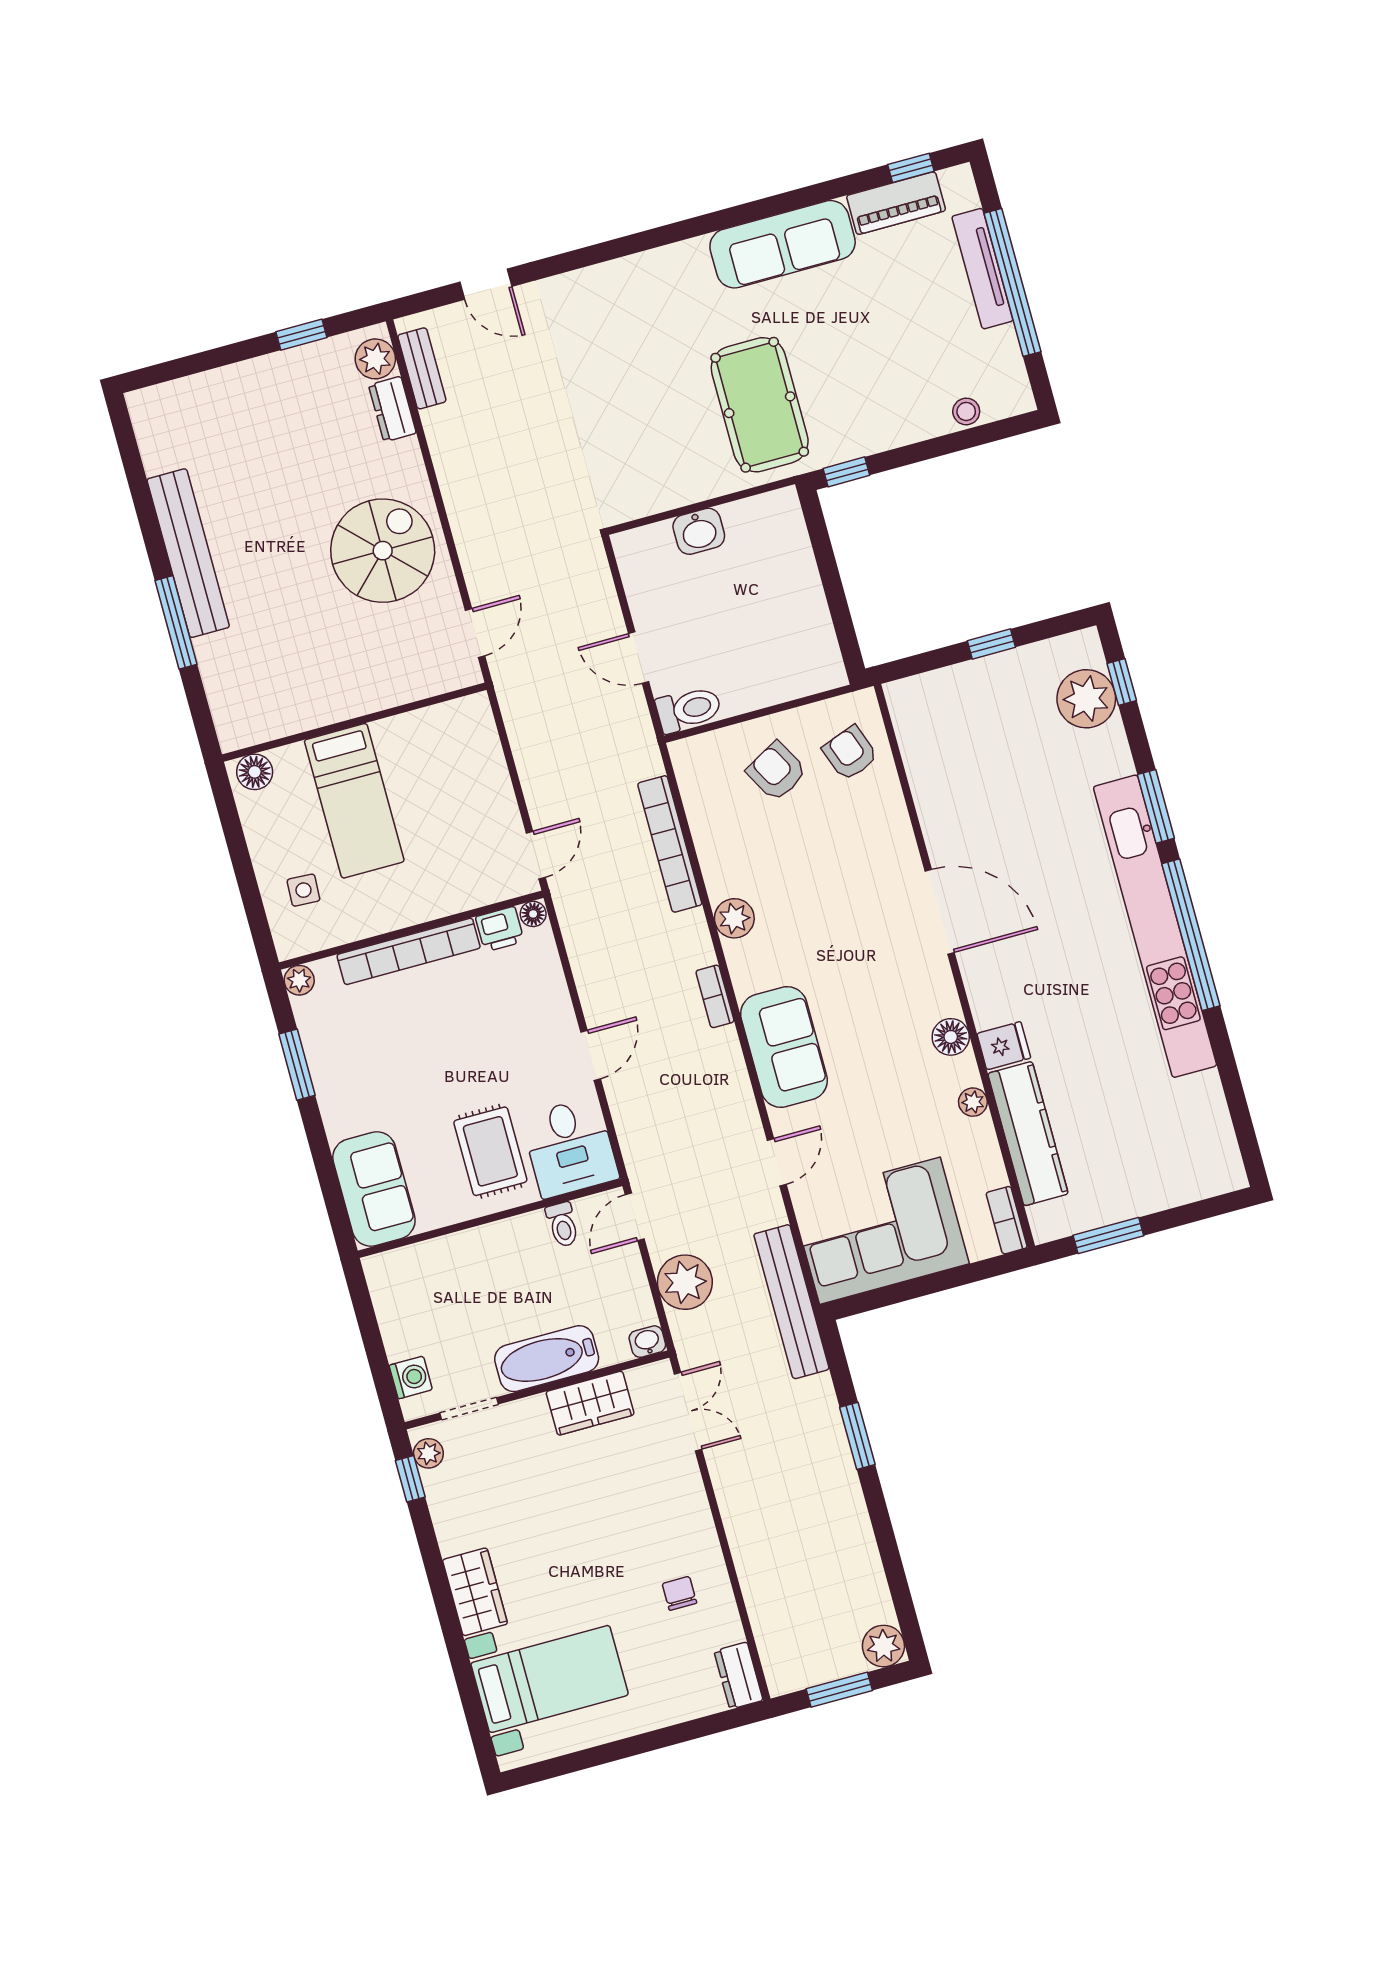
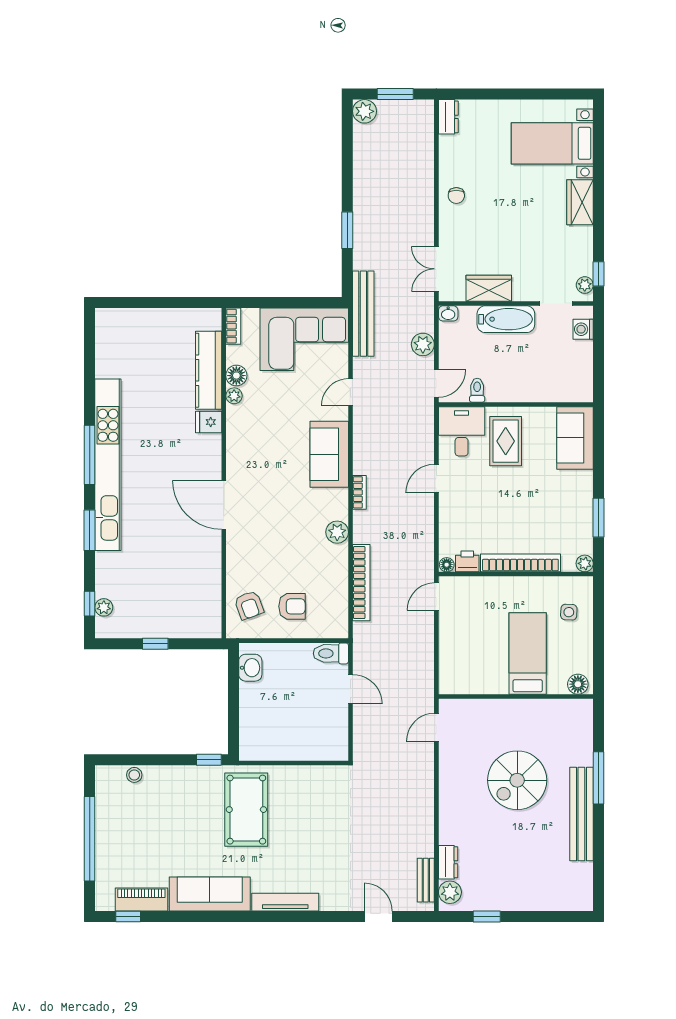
tv unit: (982, 269) -> (285, 902), moved, turned -90
washbasin: (699, 531) -> (250, 668), moved, turned 90
spiral stairs: (383, 551) -> (517, 780), moved
plant: (1086, 699) -> (104, 607), width x0.53, depth x0.53
armchair: (776, 771) -> (292, 606), turned -61
window: (1191, 935) -> (90, 455), width x0.68
floor lamp: (951, 1037) -> (236, 376), moved
window: (1108, 1236) -> (180, 302), removed
plant: (685, 1282) -> (423, 344), width x0.73, depth x0.73
chair: (679, 1593) -> (456, 196), moved

